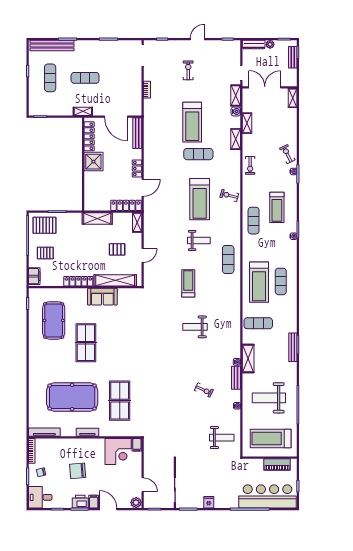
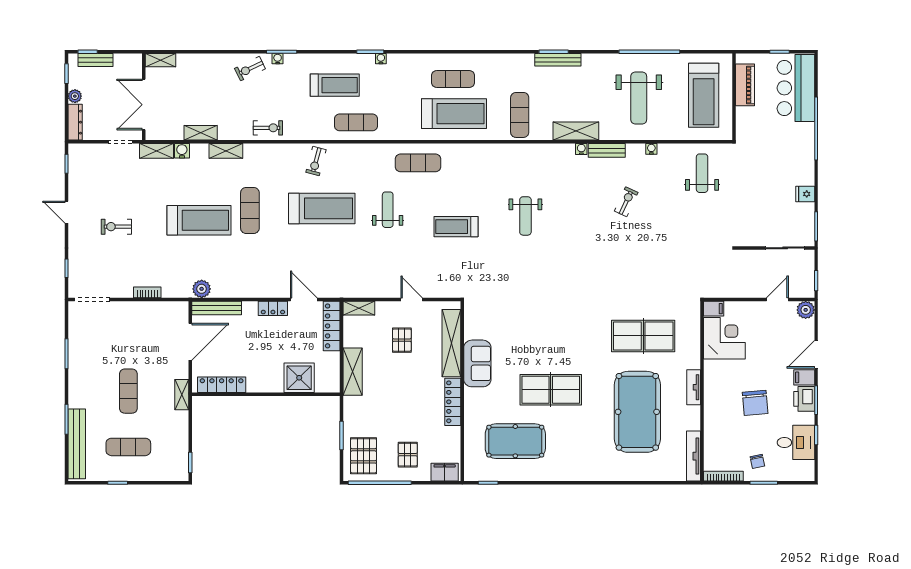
plant: (149, 124) -> (202, 289), added
shower: (93, 162) -> (299, 378), moved
bar counter: (267, 496) -> (796, 88), width x0.73
desk: (40, 497) -> (796, 442), moved, turned -90

